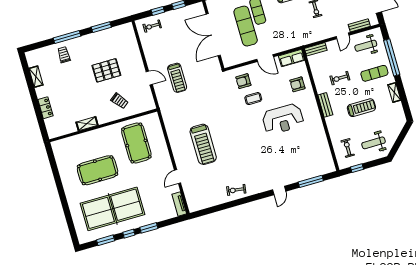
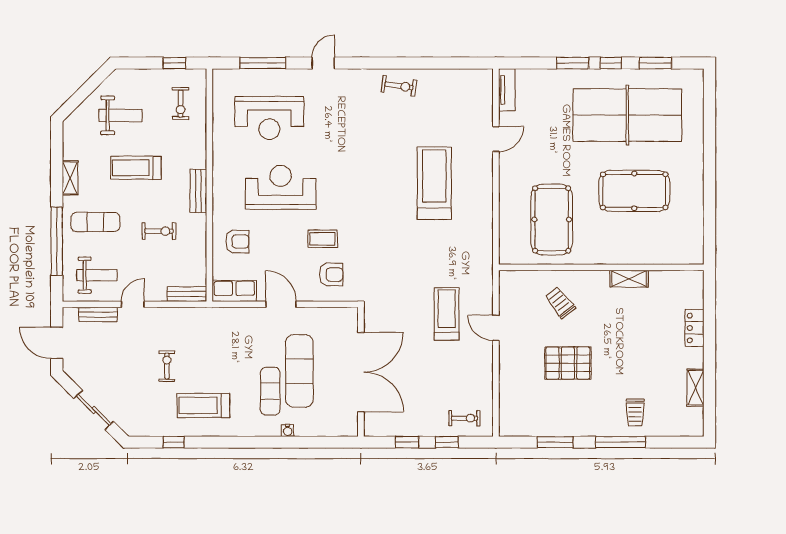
weight bench: (374, 143) -> (120, 115), moved
reception desk: (299, 154) -> (269, 118), added

